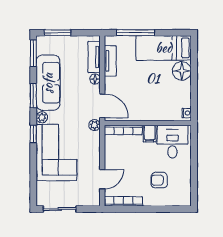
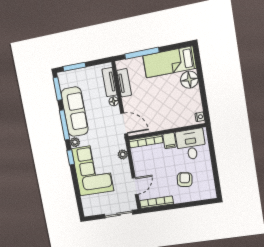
window: (33, 96) -> (64, 125), width x1.44
plant: (95, 125) -> (123, 154), moved
armchair: (159, 180) -> (185, 180), turned 99
sliding door: (60, 209) -> (119, 214), moved

